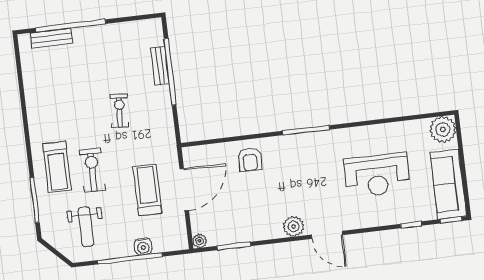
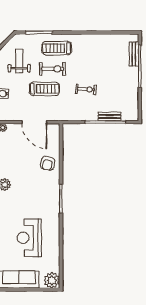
armchair: (250, 159) -> (48, 163), turned -76
treadmill: (147, 190) -> (44, 89), moved
weight bench: (86, 227) -> (19, 61), turned 90

